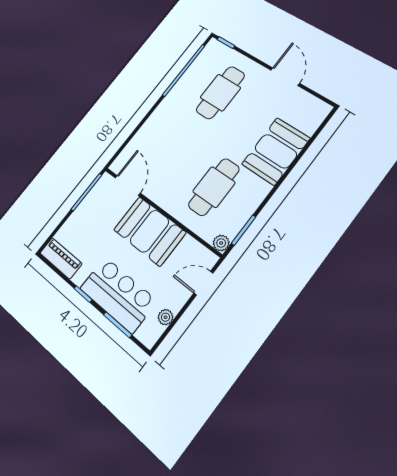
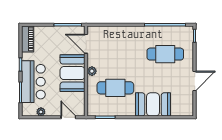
door: (128, 185) -> (86, 44), swing flipped
plant: (221, 243) -> (92, 71), moved

